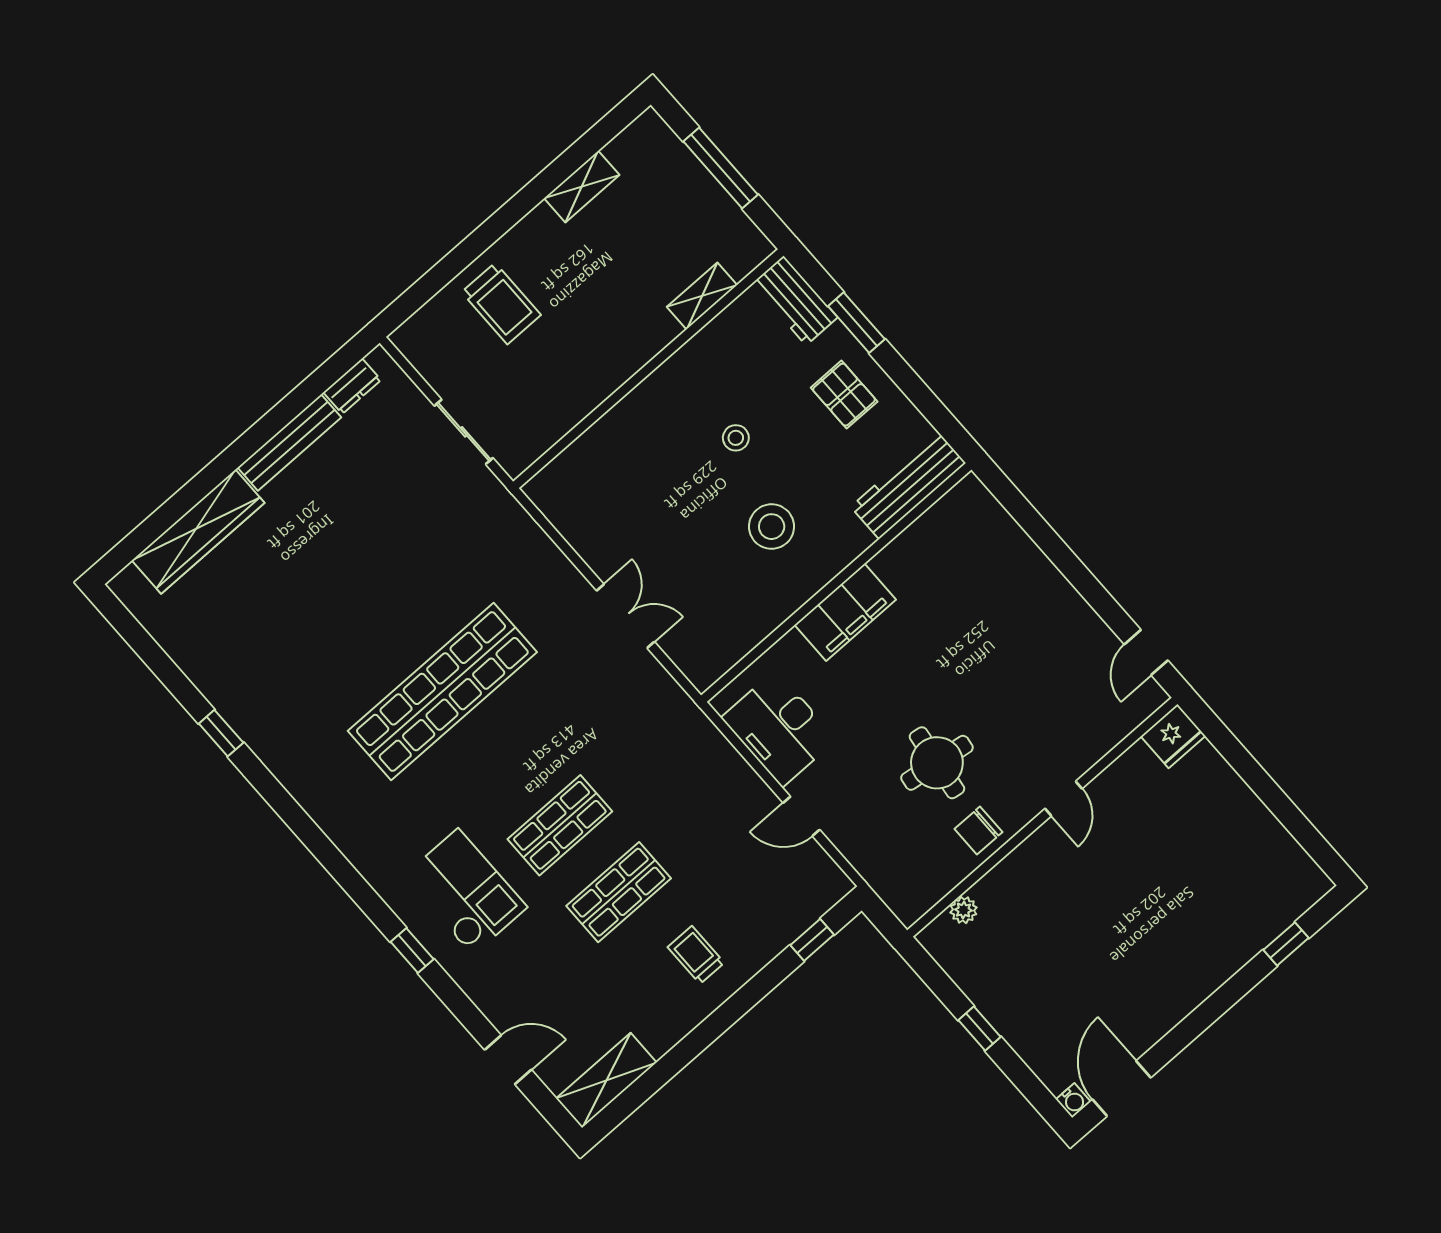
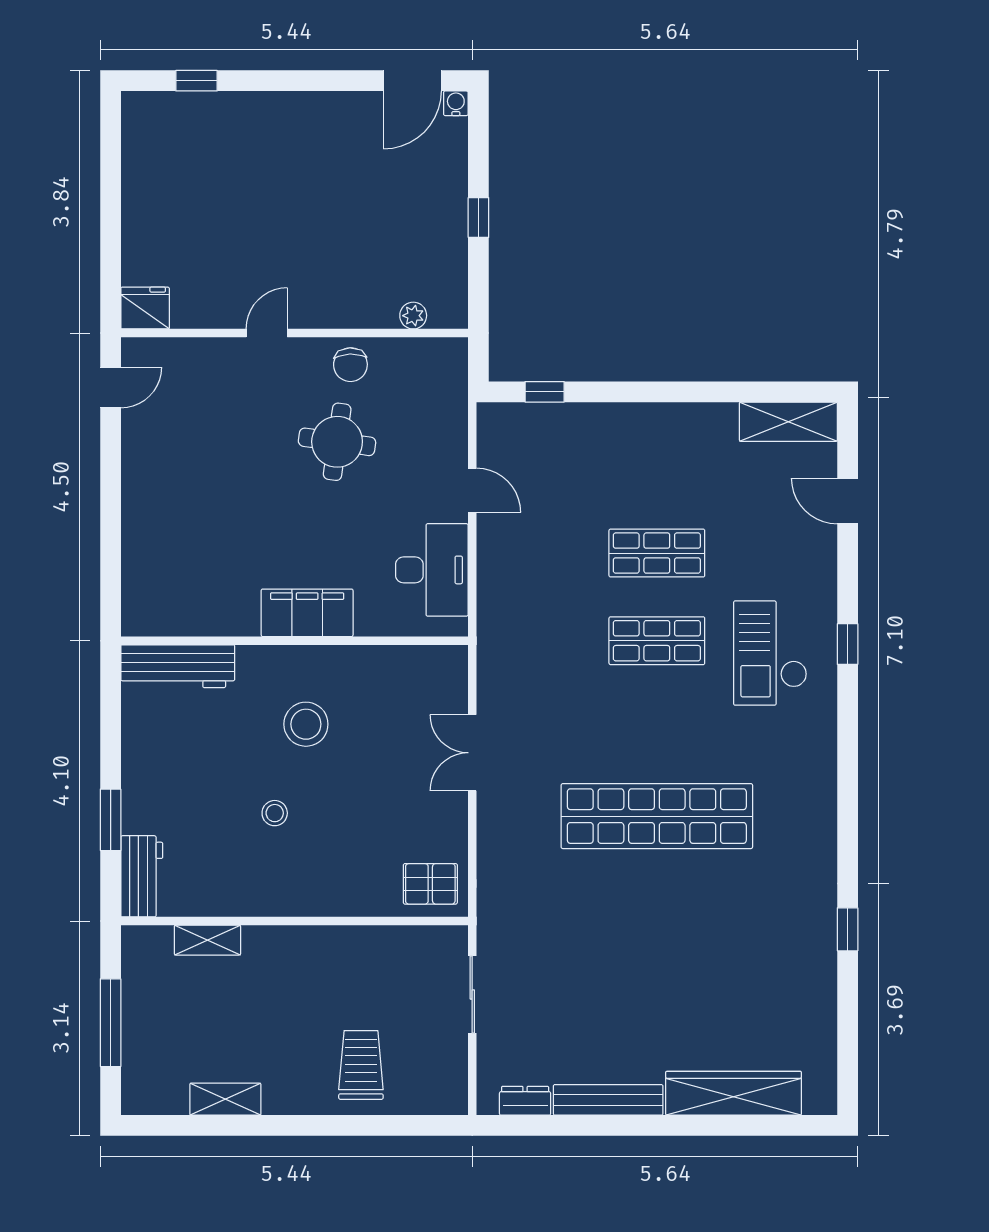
pallet: (844, 395) -> (430, 884), moved, turned 90
chair: (978, 831) -> (350, 365), turned 88
trolley: (696, 955) -> (640, 456), removed

